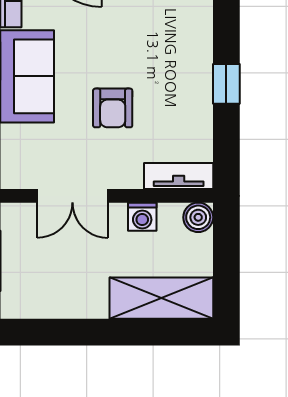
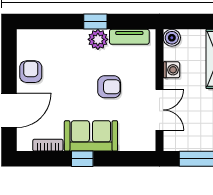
plant: (195, 89) -> (98, 39), added
tv unit: (179, 176) -> (129, 37), moved, turned -90

